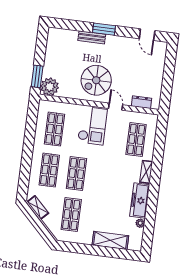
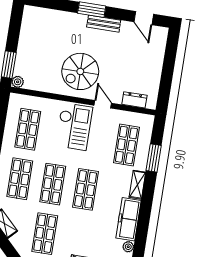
bench: (92, 37) -> (104, 24), moved
plant: (50, 87) -> (18, 82), width x0.53, depth x0.53
window: (159, 150) -> (154, 158), added
shop shelf: (104, 177) -> (86, 189), added

